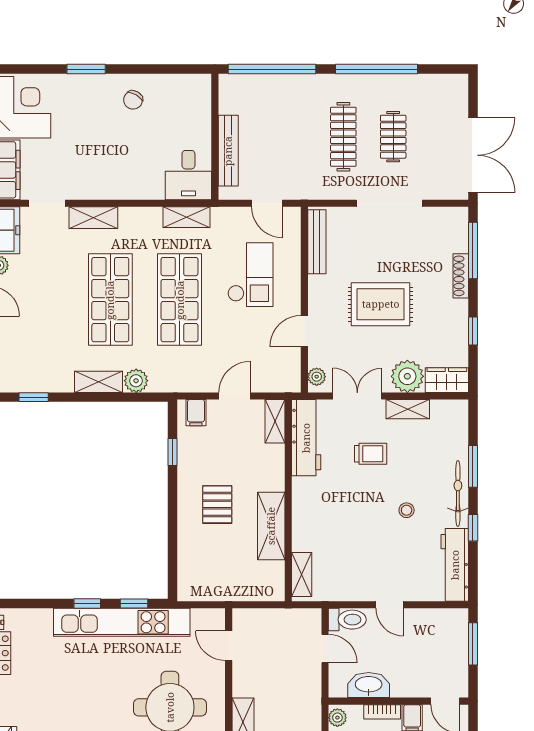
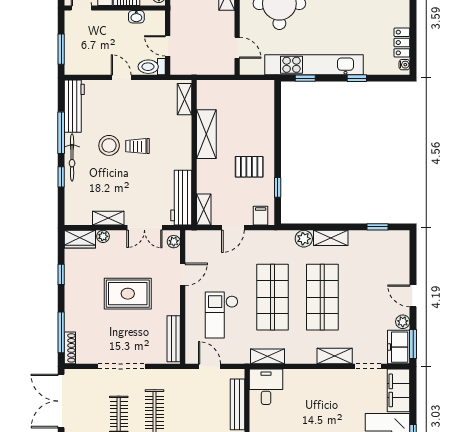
shoe rack: (461, 276) -> (70, 348), moved
plant: (407, 376) -> (103, 236), width x0.53, depth x0.53
trolley: (371, 454) -> (137, 146), moved
window: (473, 466) -> (61, 177), width x0.67
pallet: (217, 504) -> (249, 167), moved, turned 90
stool: (407, 510) -> (109, 145), width x1.89, depth x1.89
window: (473, 528) -> (61, 133), width x2.17
window: (87, 604) -> (357, 78), moved
washbasin: (369, 685) -> (136, 17), width x0.52, depth x0.69

